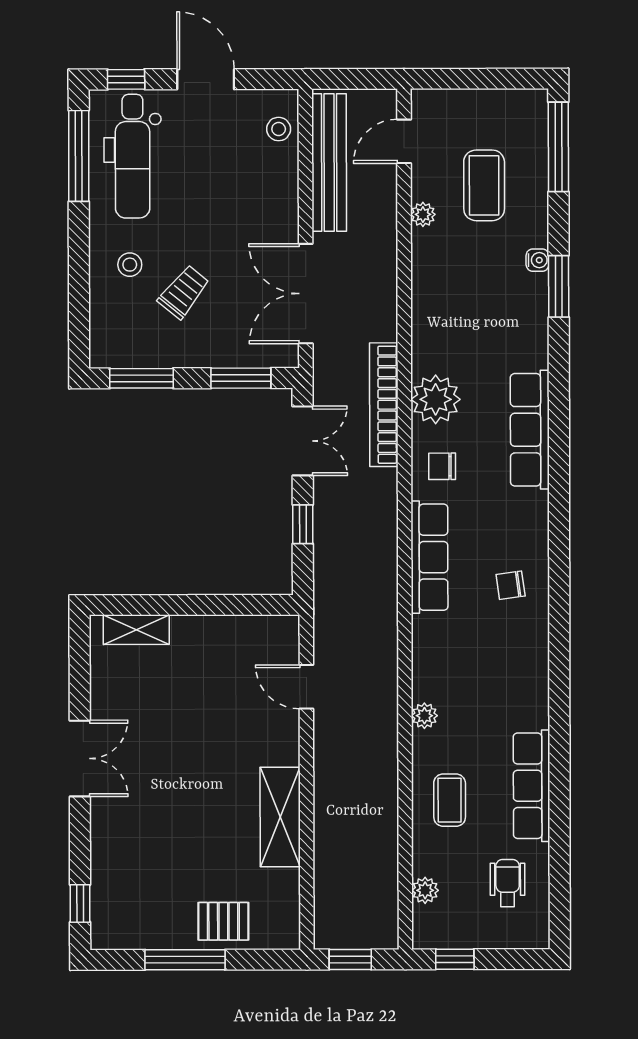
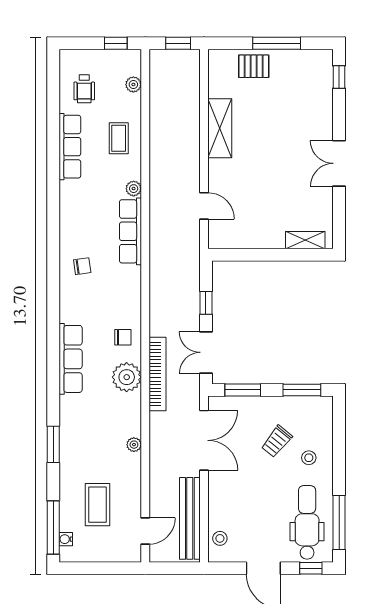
plant: (423, 214) -> (134, 445), moved
water cooler: (537, 260) -> (66, 539), moved
row of seats: (429, 557) -> (130, 231), moved

